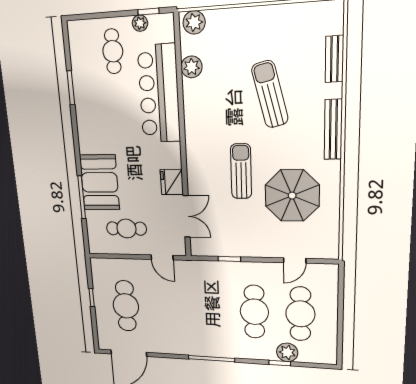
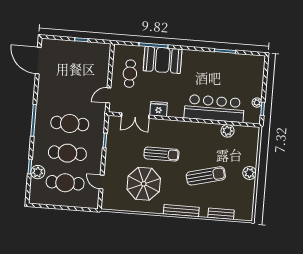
plant: (194, 22) -> (250, 173), moved
cafe table: (113, 51) -> (243, 83), removed
cafe table: (126, 306) -> (70, 124), moved

